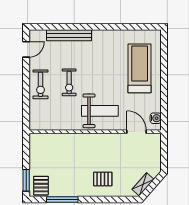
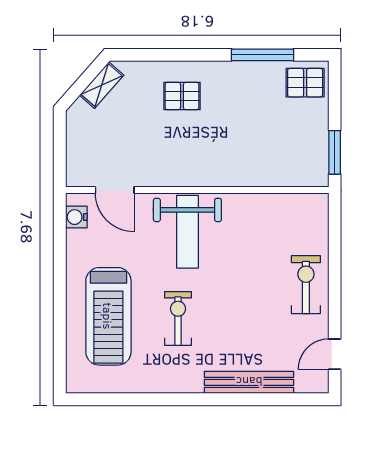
exercise bike: (69, 82) -> (178, 318), moved
weight bench: (100, 111) -> (187, 232), turned -90
window: (26, 180) -> (335, 152), moved
pallet: (41, 186) -> (305, 83), turned 90

